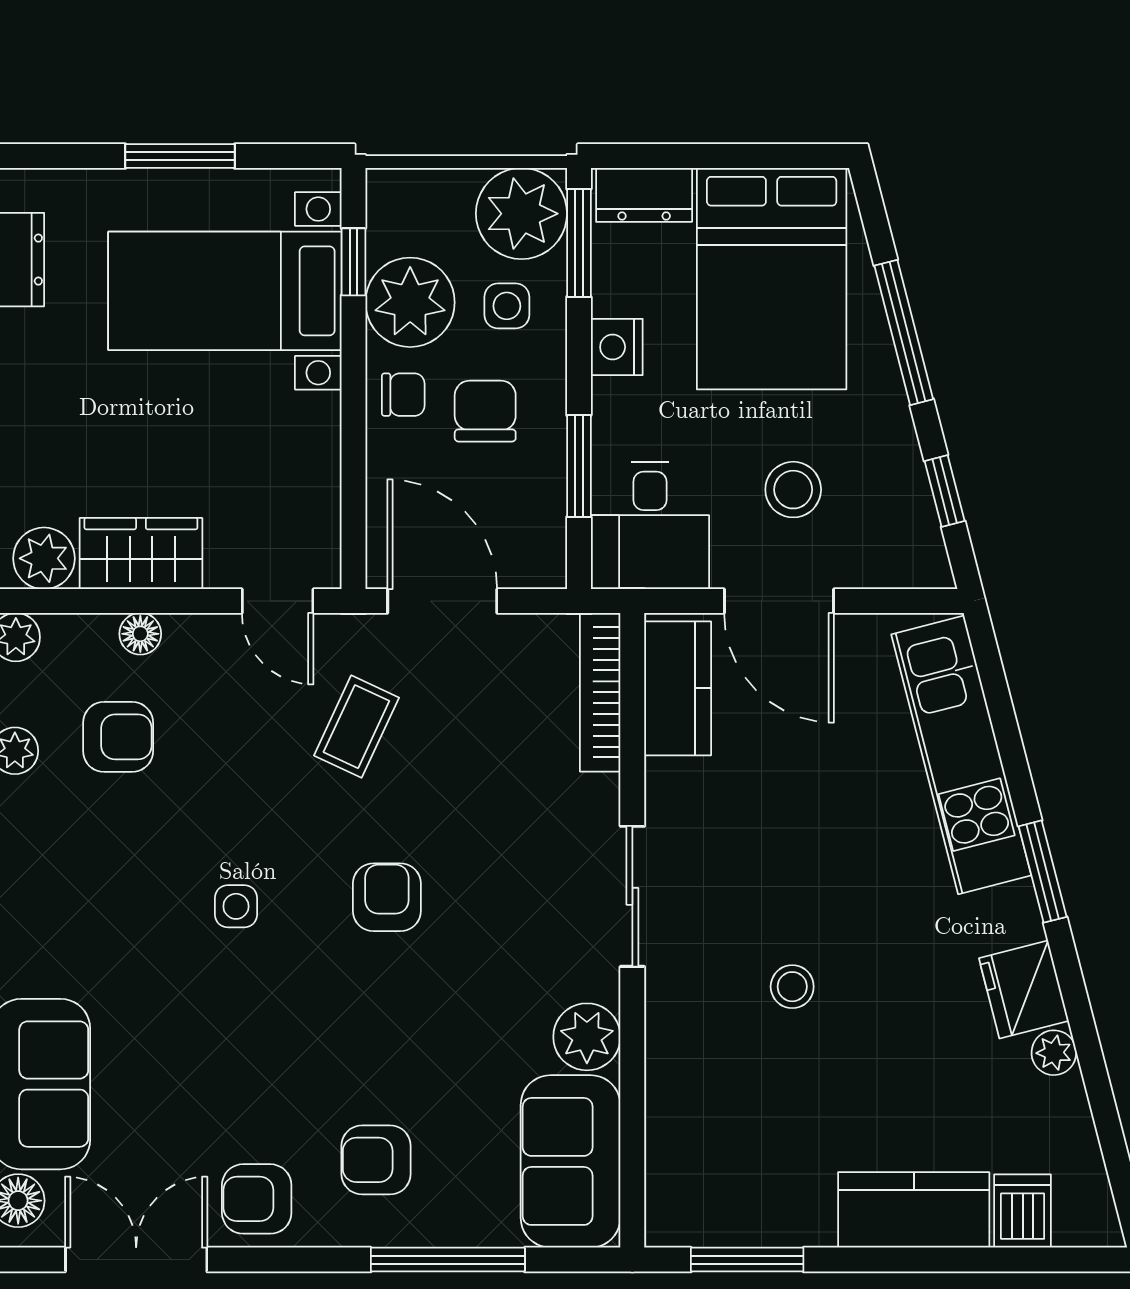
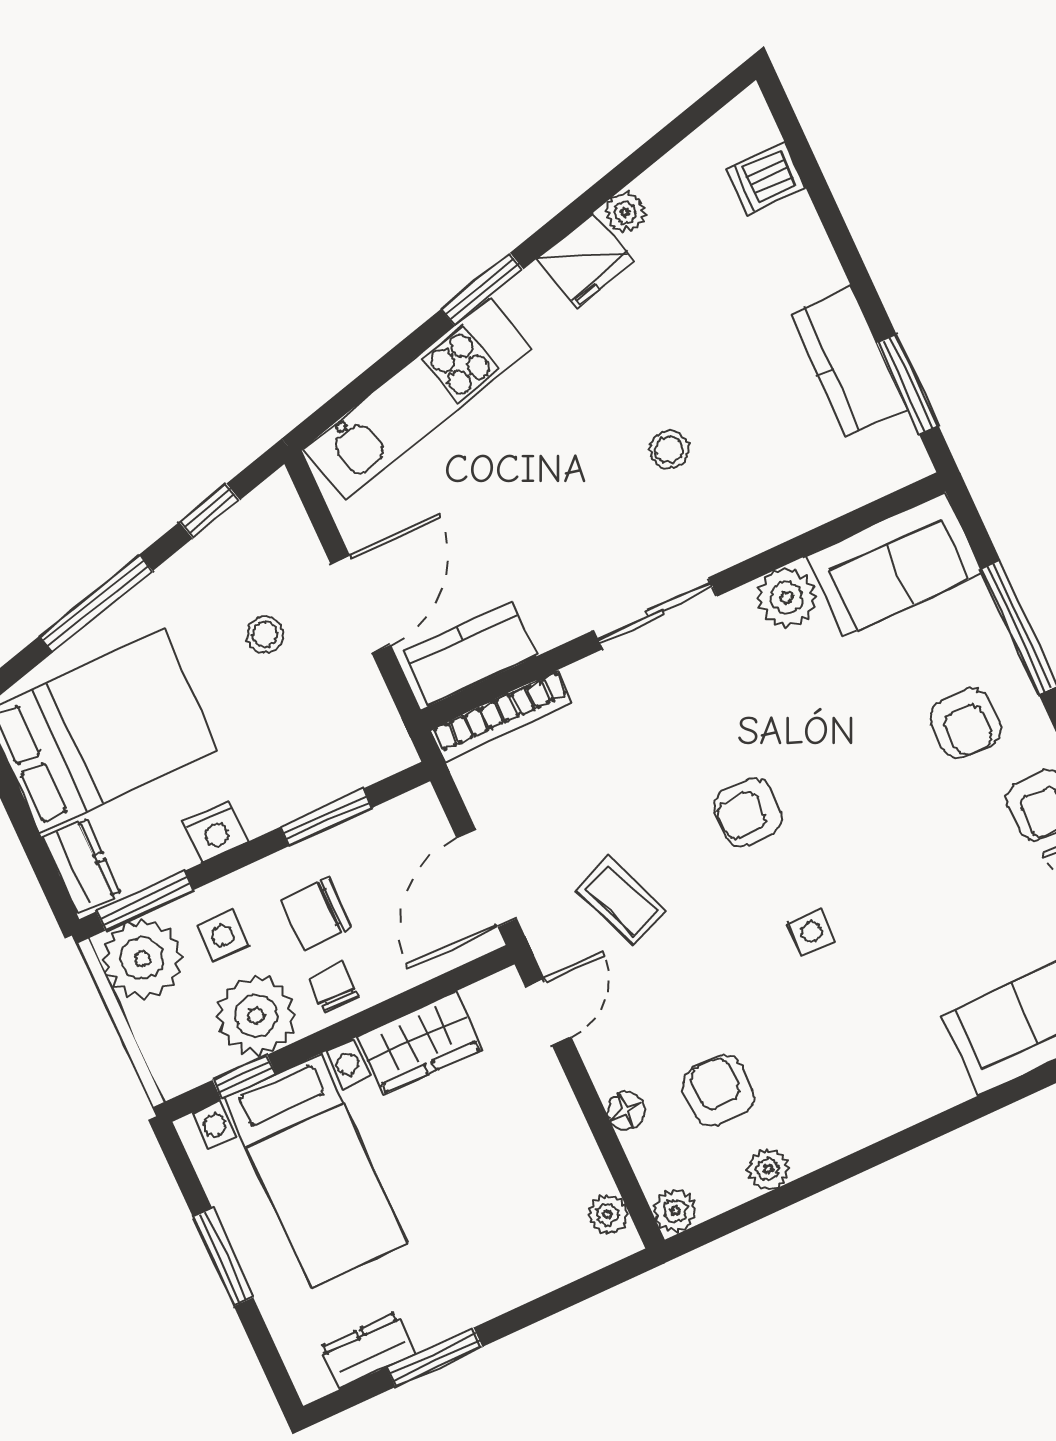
stool: (793, 490) -> (265, 635), width x0.73, depth x0.73
desk: (650, 525) -> (348, 738), removed
wardrobe: (141, 554) -> (419, 1043), moved, turned -90
plant: (44, 558) -> (608, 1214), width x0.73, depth x0.73
coffee table: (356, 727) -> (621, 901), turned 43
kitchen counter: (914, 1210) -> (848, 361), moved

